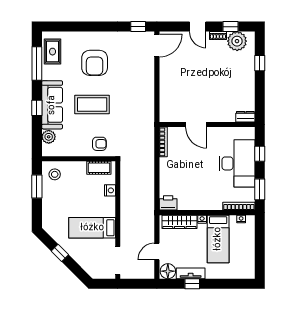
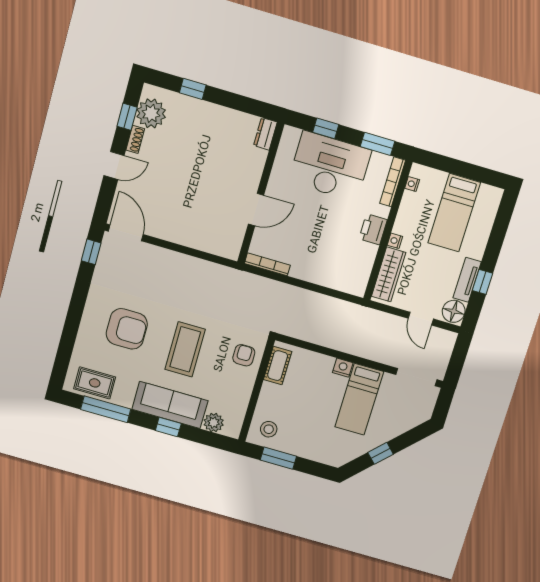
nightstand: (110, 190) -> (343, 368), moved
printer: (168, 203) -> (373, 229), moved
bed: (218, 239) -> (454, 213), moved, turned 90

